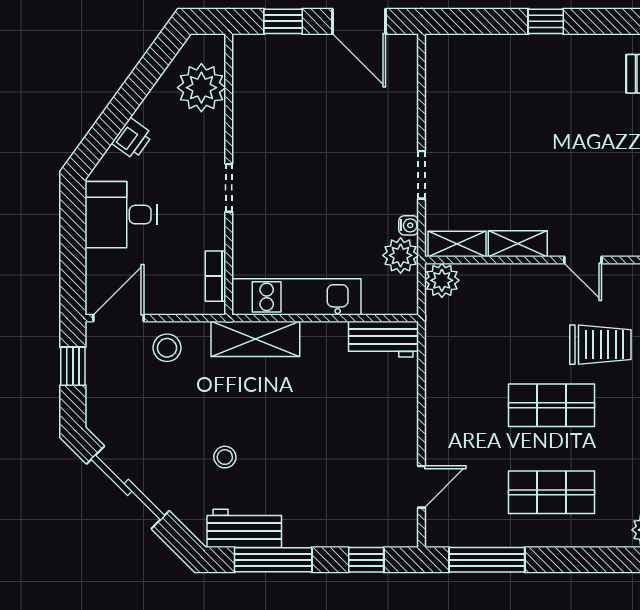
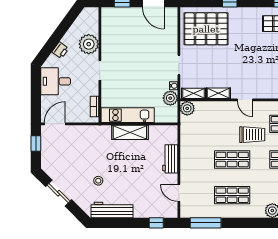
pallet: (488, 86) -> (206, 29), added
plant: (201, 88) -> (89, 44), moved
shelving: (255, 339) -> (130, 132), moved
workbench: (384, 339) -> (170, 159), moved, turned 90
stool: (167, 348) -> (75, 136), removed
sliding door: (128, 487) -> (59, 193), width x0.73
door: (421, 487) -> (179, 193), swing flipped
workbench: (244, 528) -> (112, 210), width x1.38
window: (273, 560) -> (118, 223), removed

